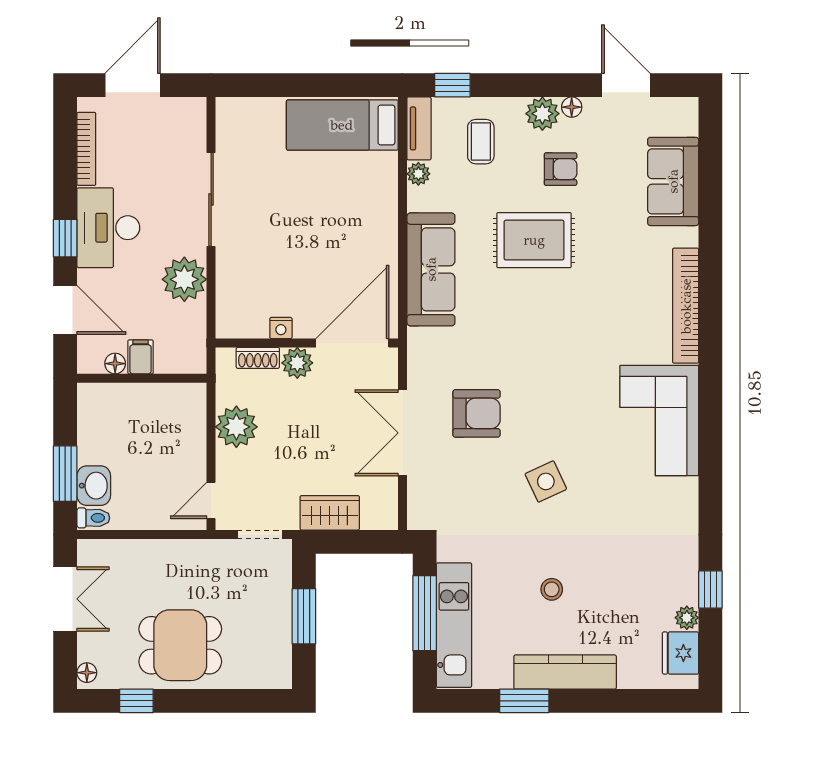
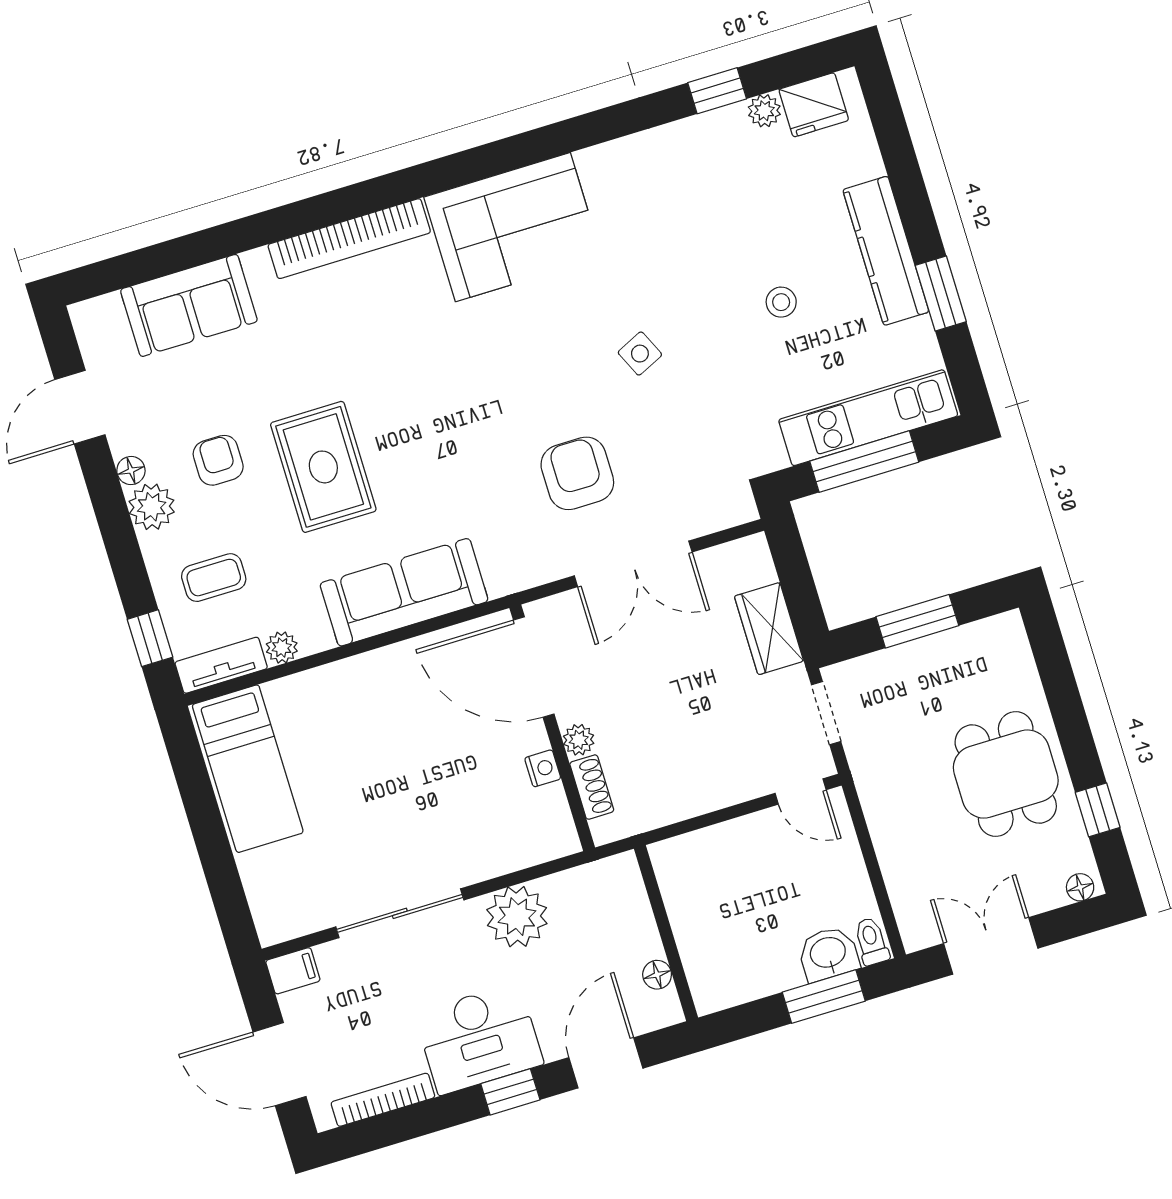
filing cabinet: (141, 357) -> (293, 971), moved, turned 180
plant: (297, 363) -> (579, 740), width x0.73, depth x0.73
plant: (236, 427) -> (692, 788), removed
side table: (546, 481) -> (640, 354), width x0.73, depth x0.73

